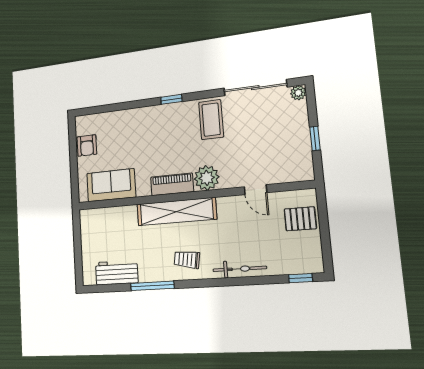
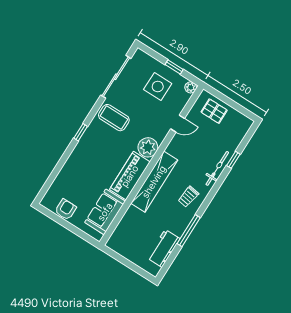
plant: (298, 93) -> (191, 87), moved
side table: (279, 138) -> (158, 87), added
armchair: (87, 145) -> (66, 209), turned -90
piano: (172, 184) -> (130, 176), width x1.37, depth x1.33
pallet: (300, 219) -> (214, 111), turned 90
window: (301, 278) -> (233, 160), moved

